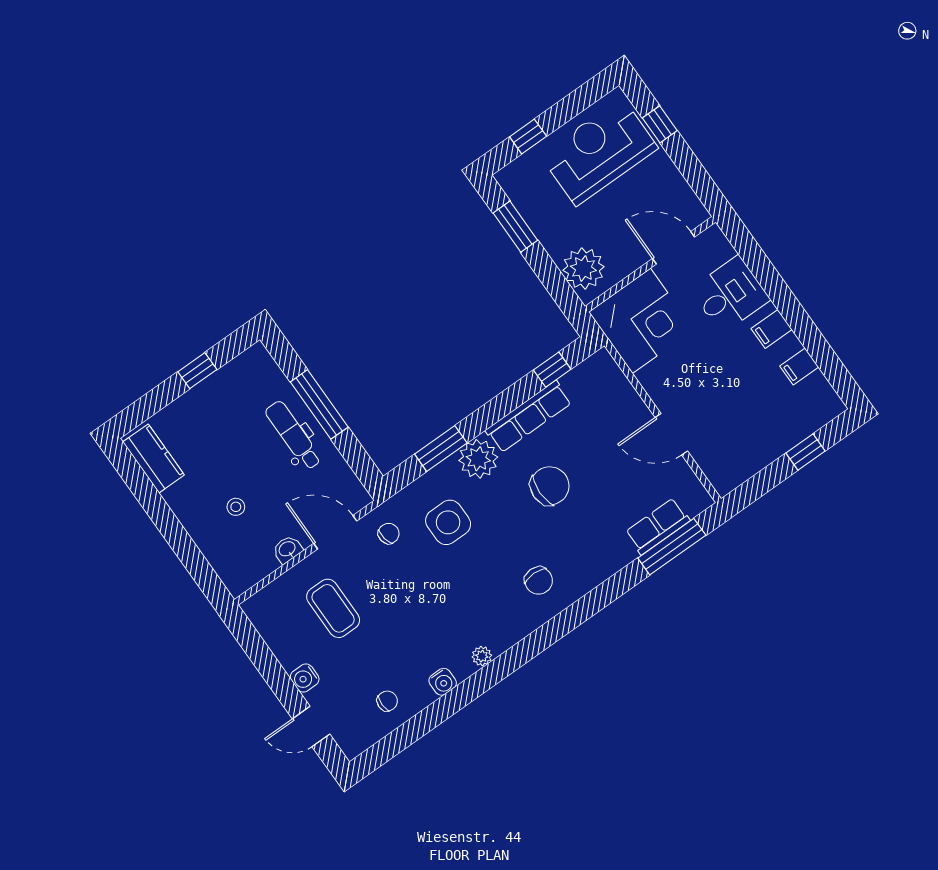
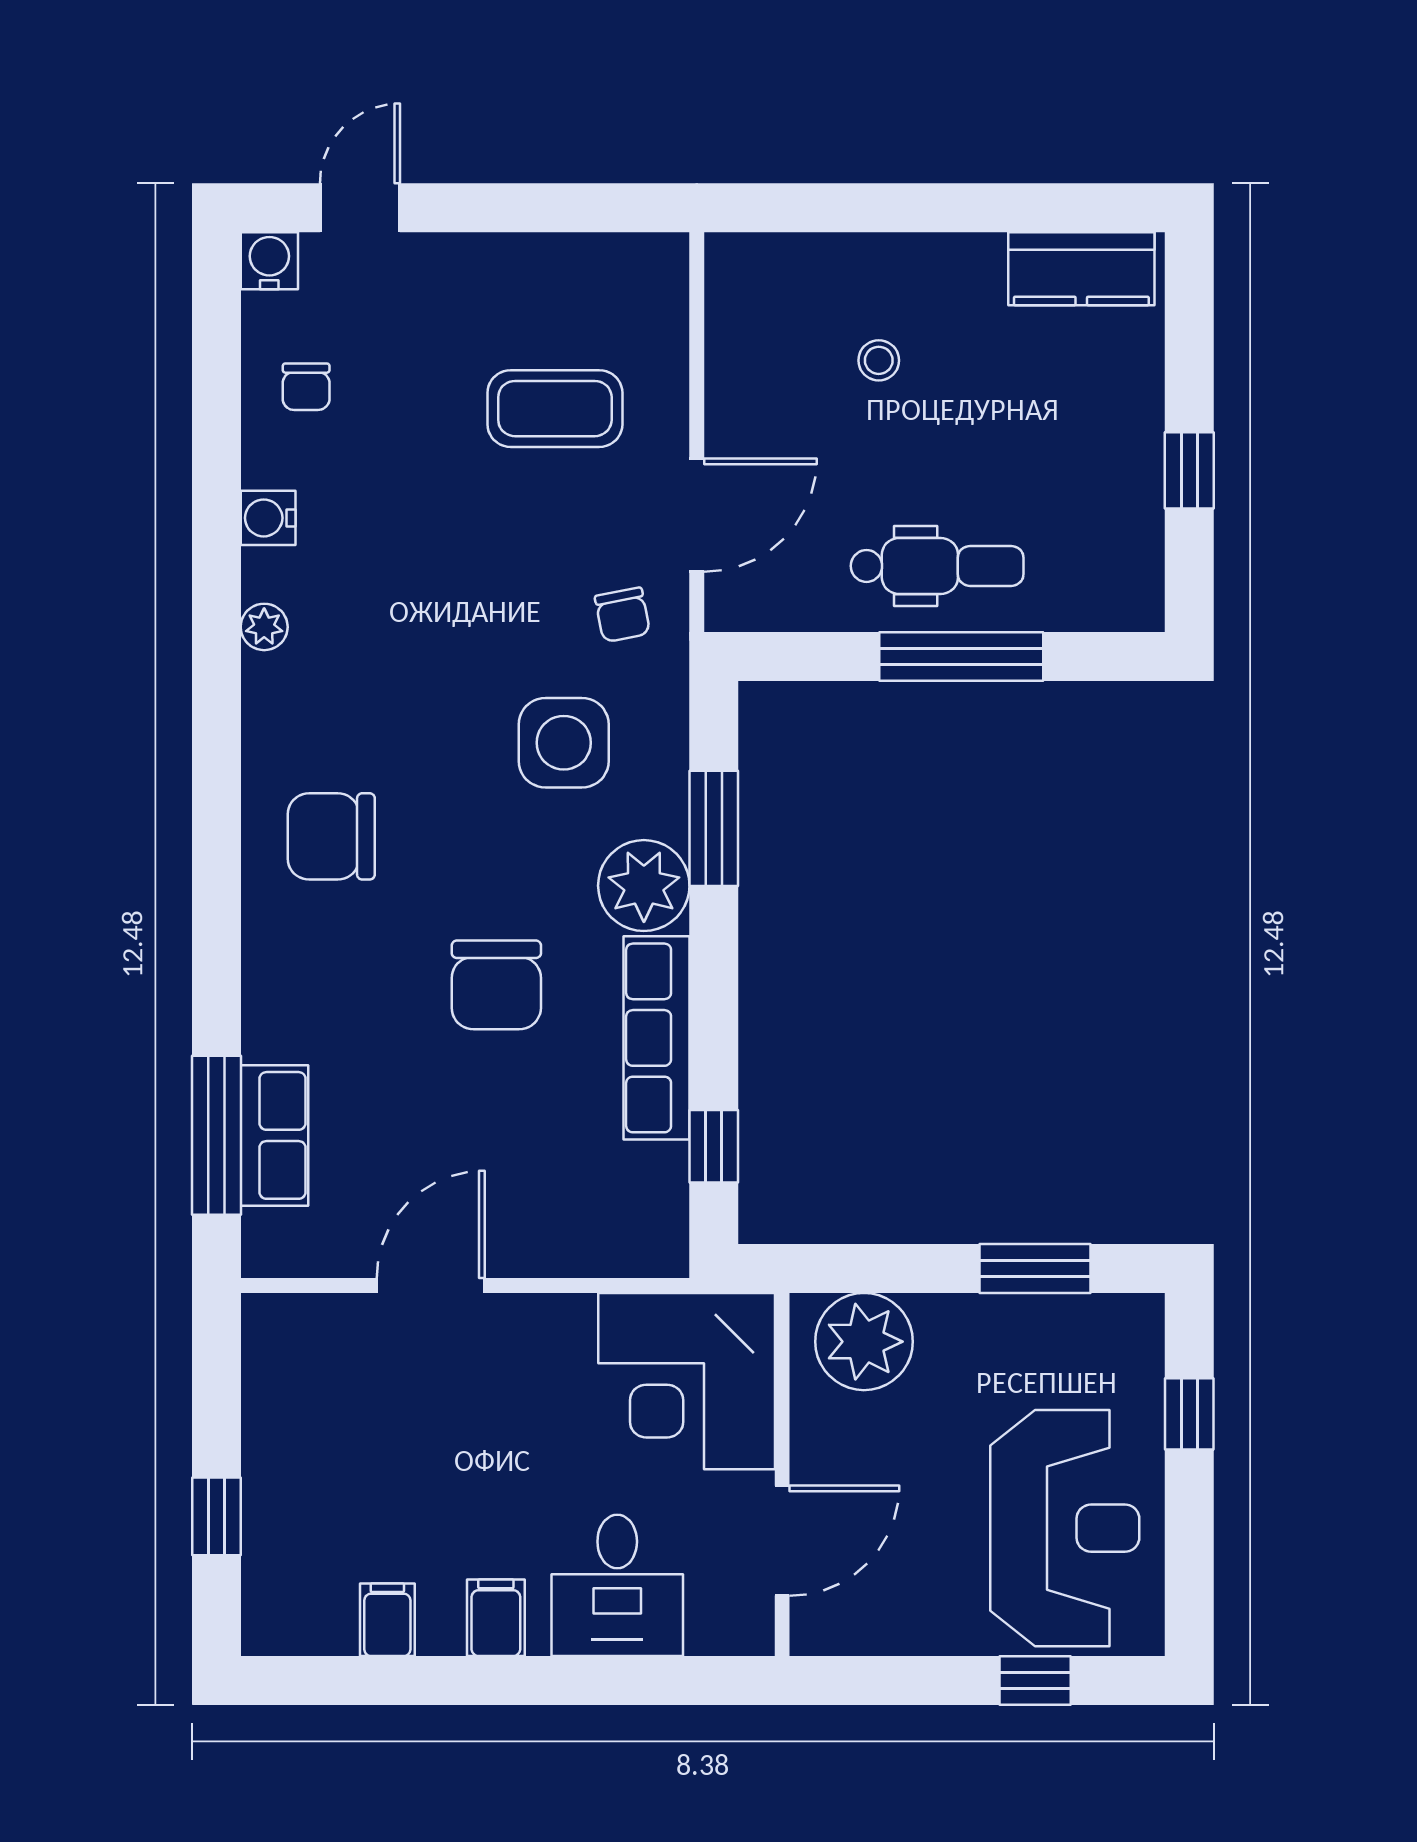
washbasin: (287, 549) -> (729, 401), removed
chair: (539, 581) -> (331, 836), width x1.37, depth x1.37
water cooler: (305, 678) -> (269, 261), moved

